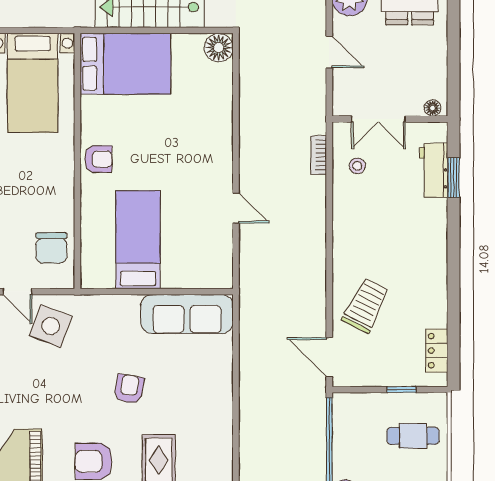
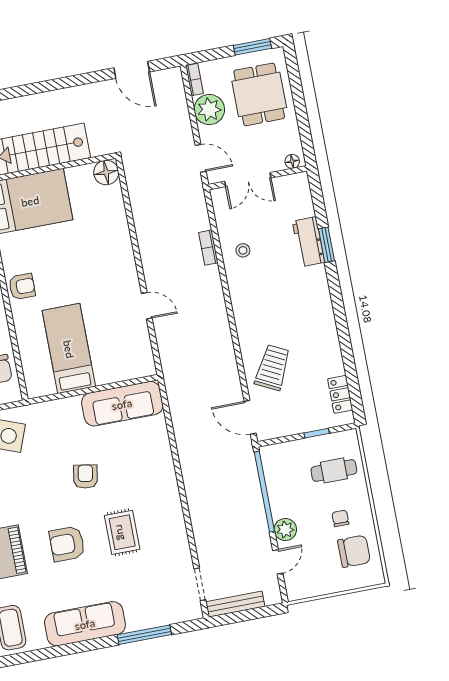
floor lamp: (433, 108) -> (292, 161), moved
double door: (378, 119) -> (248, 180), moved
wall: (390, 119) -> (258, 178), moved

